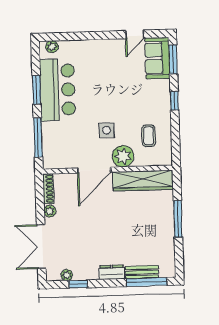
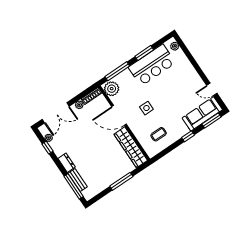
sofa: (157, 58) -> (202, 114), width x1.36
plant: (123, 156) -> (112, 89), moved
double door: (41, 247) -> (56, 113), swing flipped

